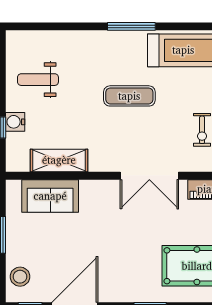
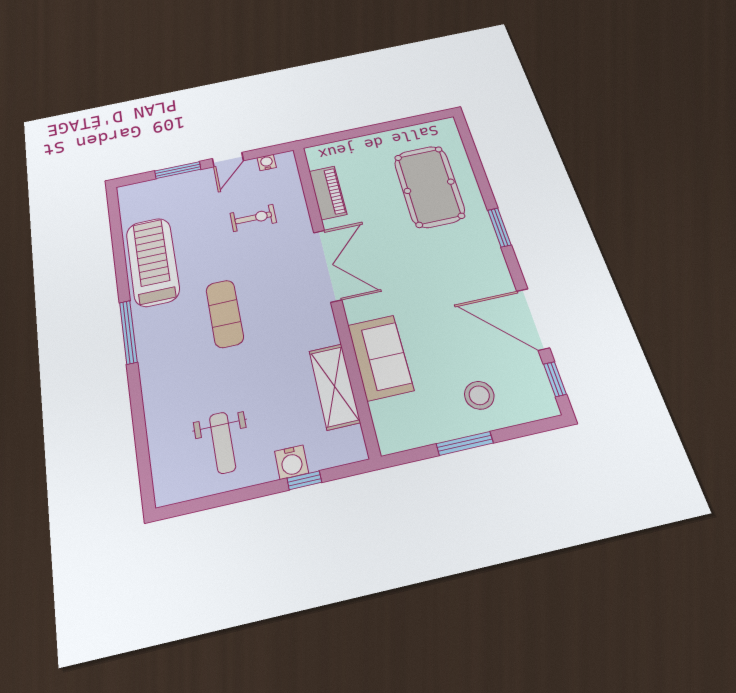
sofa: (50, 196) -> (380, 357), moved
stool: (20, 277) -> (479, 395), moved

